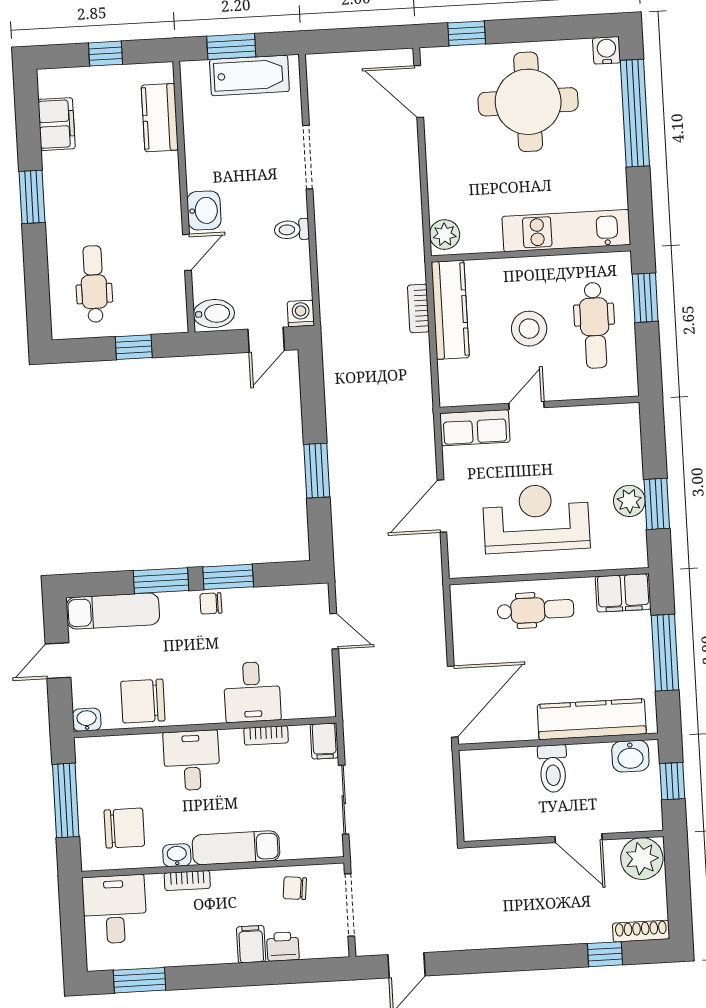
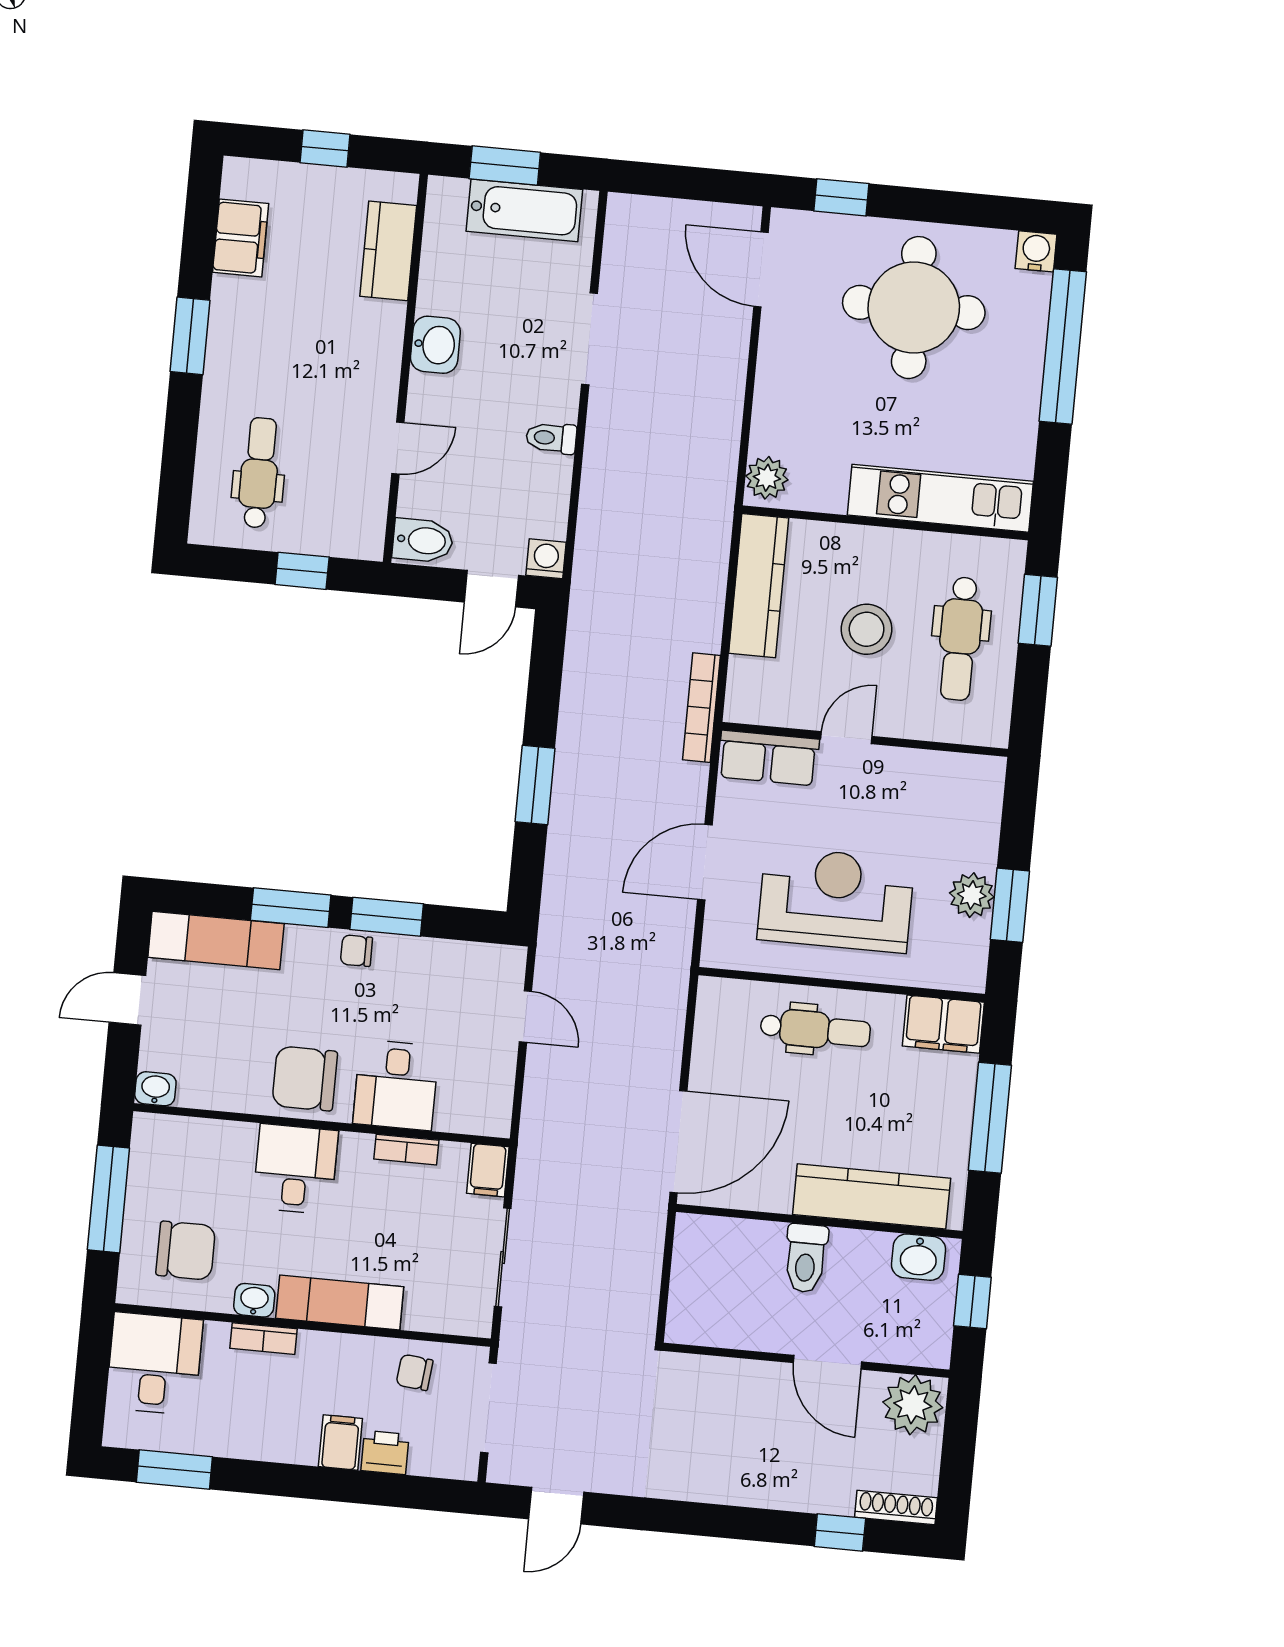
washbasin: (204, 210) -> (435, 345), moved
bookcase: (418, 308) -> (702, 708), moved, width x1.56
chair: (143, 701) -> (305, 1079), moved

